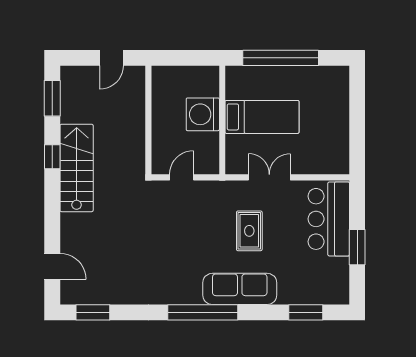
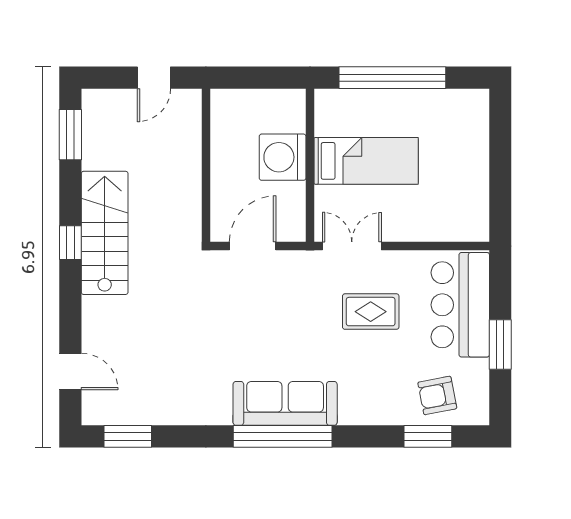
window: (52, 157) -> (70, 243), moved
door: (182, 177) -> (253, 246), width x1.38
double door: (269, 177) -> (352, 246), moved
rug: (249, 231) -> (371, 312), moved, turned 90
armchair: (313, 283) -> (437, 395), added
sofa: (240, 289) -> (285, 403), moved

